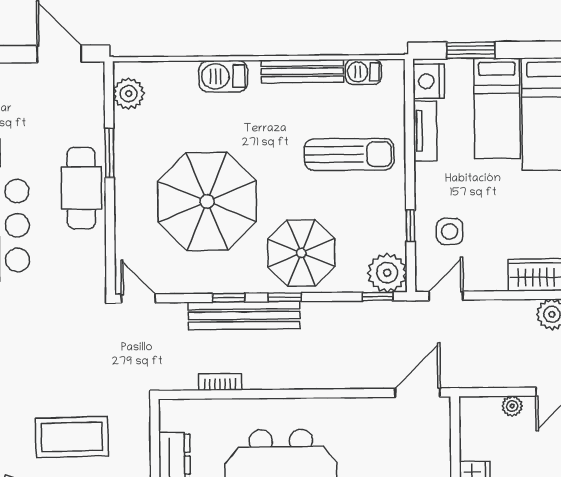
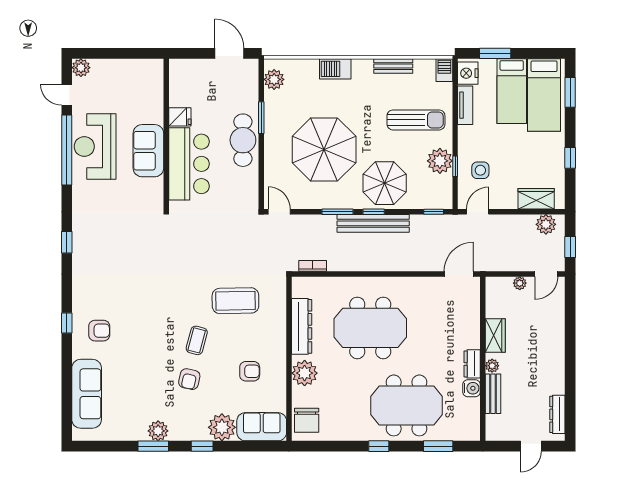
bench: (302, 71) -> (393, 66), width x0.73
barbecue: (363, 72) -> (444, 70), moved, turned 90
plant: (387, 273) -> (440, 161), moved
window: (229, 298) -> (338, 212), width x1.50
bench: (244, 316) -> (373, 223), moved
bookcase: (220, 382) -> (313, 266), moved

